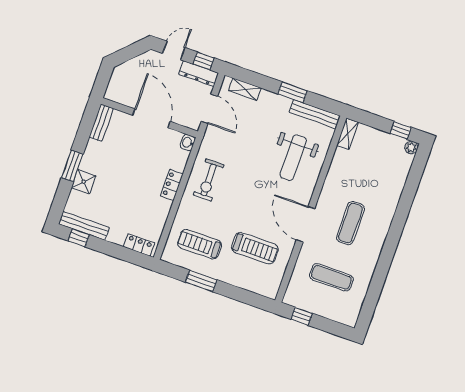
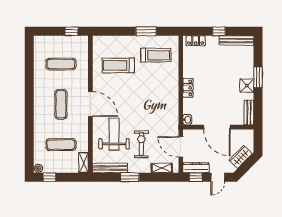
wardrobe: (134, 67) -> (241, 157), added
exercise mat: (370, 169) -> (61, 145), added
exercise bike: (209, 180) -> (141, 144), moved
shower: (84, 182) -> (247, 86), moved
door: (306, 224) -> (90, 104), moved
window: (79, 238) -> (219, 31), moved

